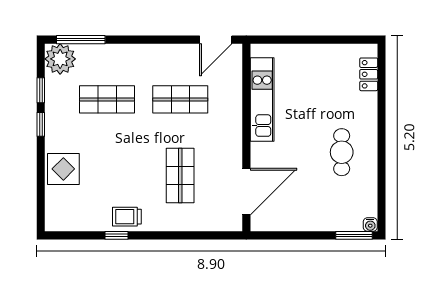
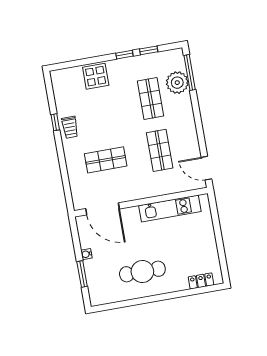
plant: (60, 59) -> (177, 83), moved
cafe table: (342, 152) -> (142, 272), width x1.37, depth x1.35
trolley: (127, 217) -> (70, 127), turned 180
water cooler: (370, 225) -> (86, 254), moved
window: (354, 235) -> (82, 274), moved

